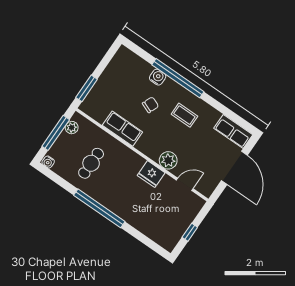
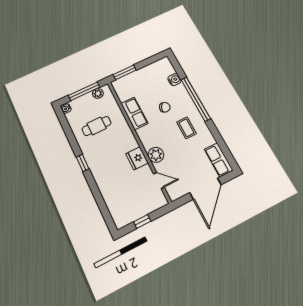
water cooler: (158, 77) -> (175, 80), moved
window: (99, 208) -> (83, 163), width x0.32

